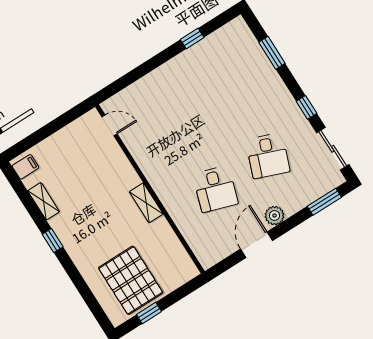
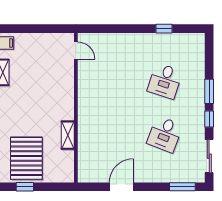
window: (272, 53) -> (209, 91), moved
desk: (215, 189) -> (165, 81), moved
shelving: (146, 203) -> (68, 135), moved
plant: (274, 216) -> (145, 175), removed

